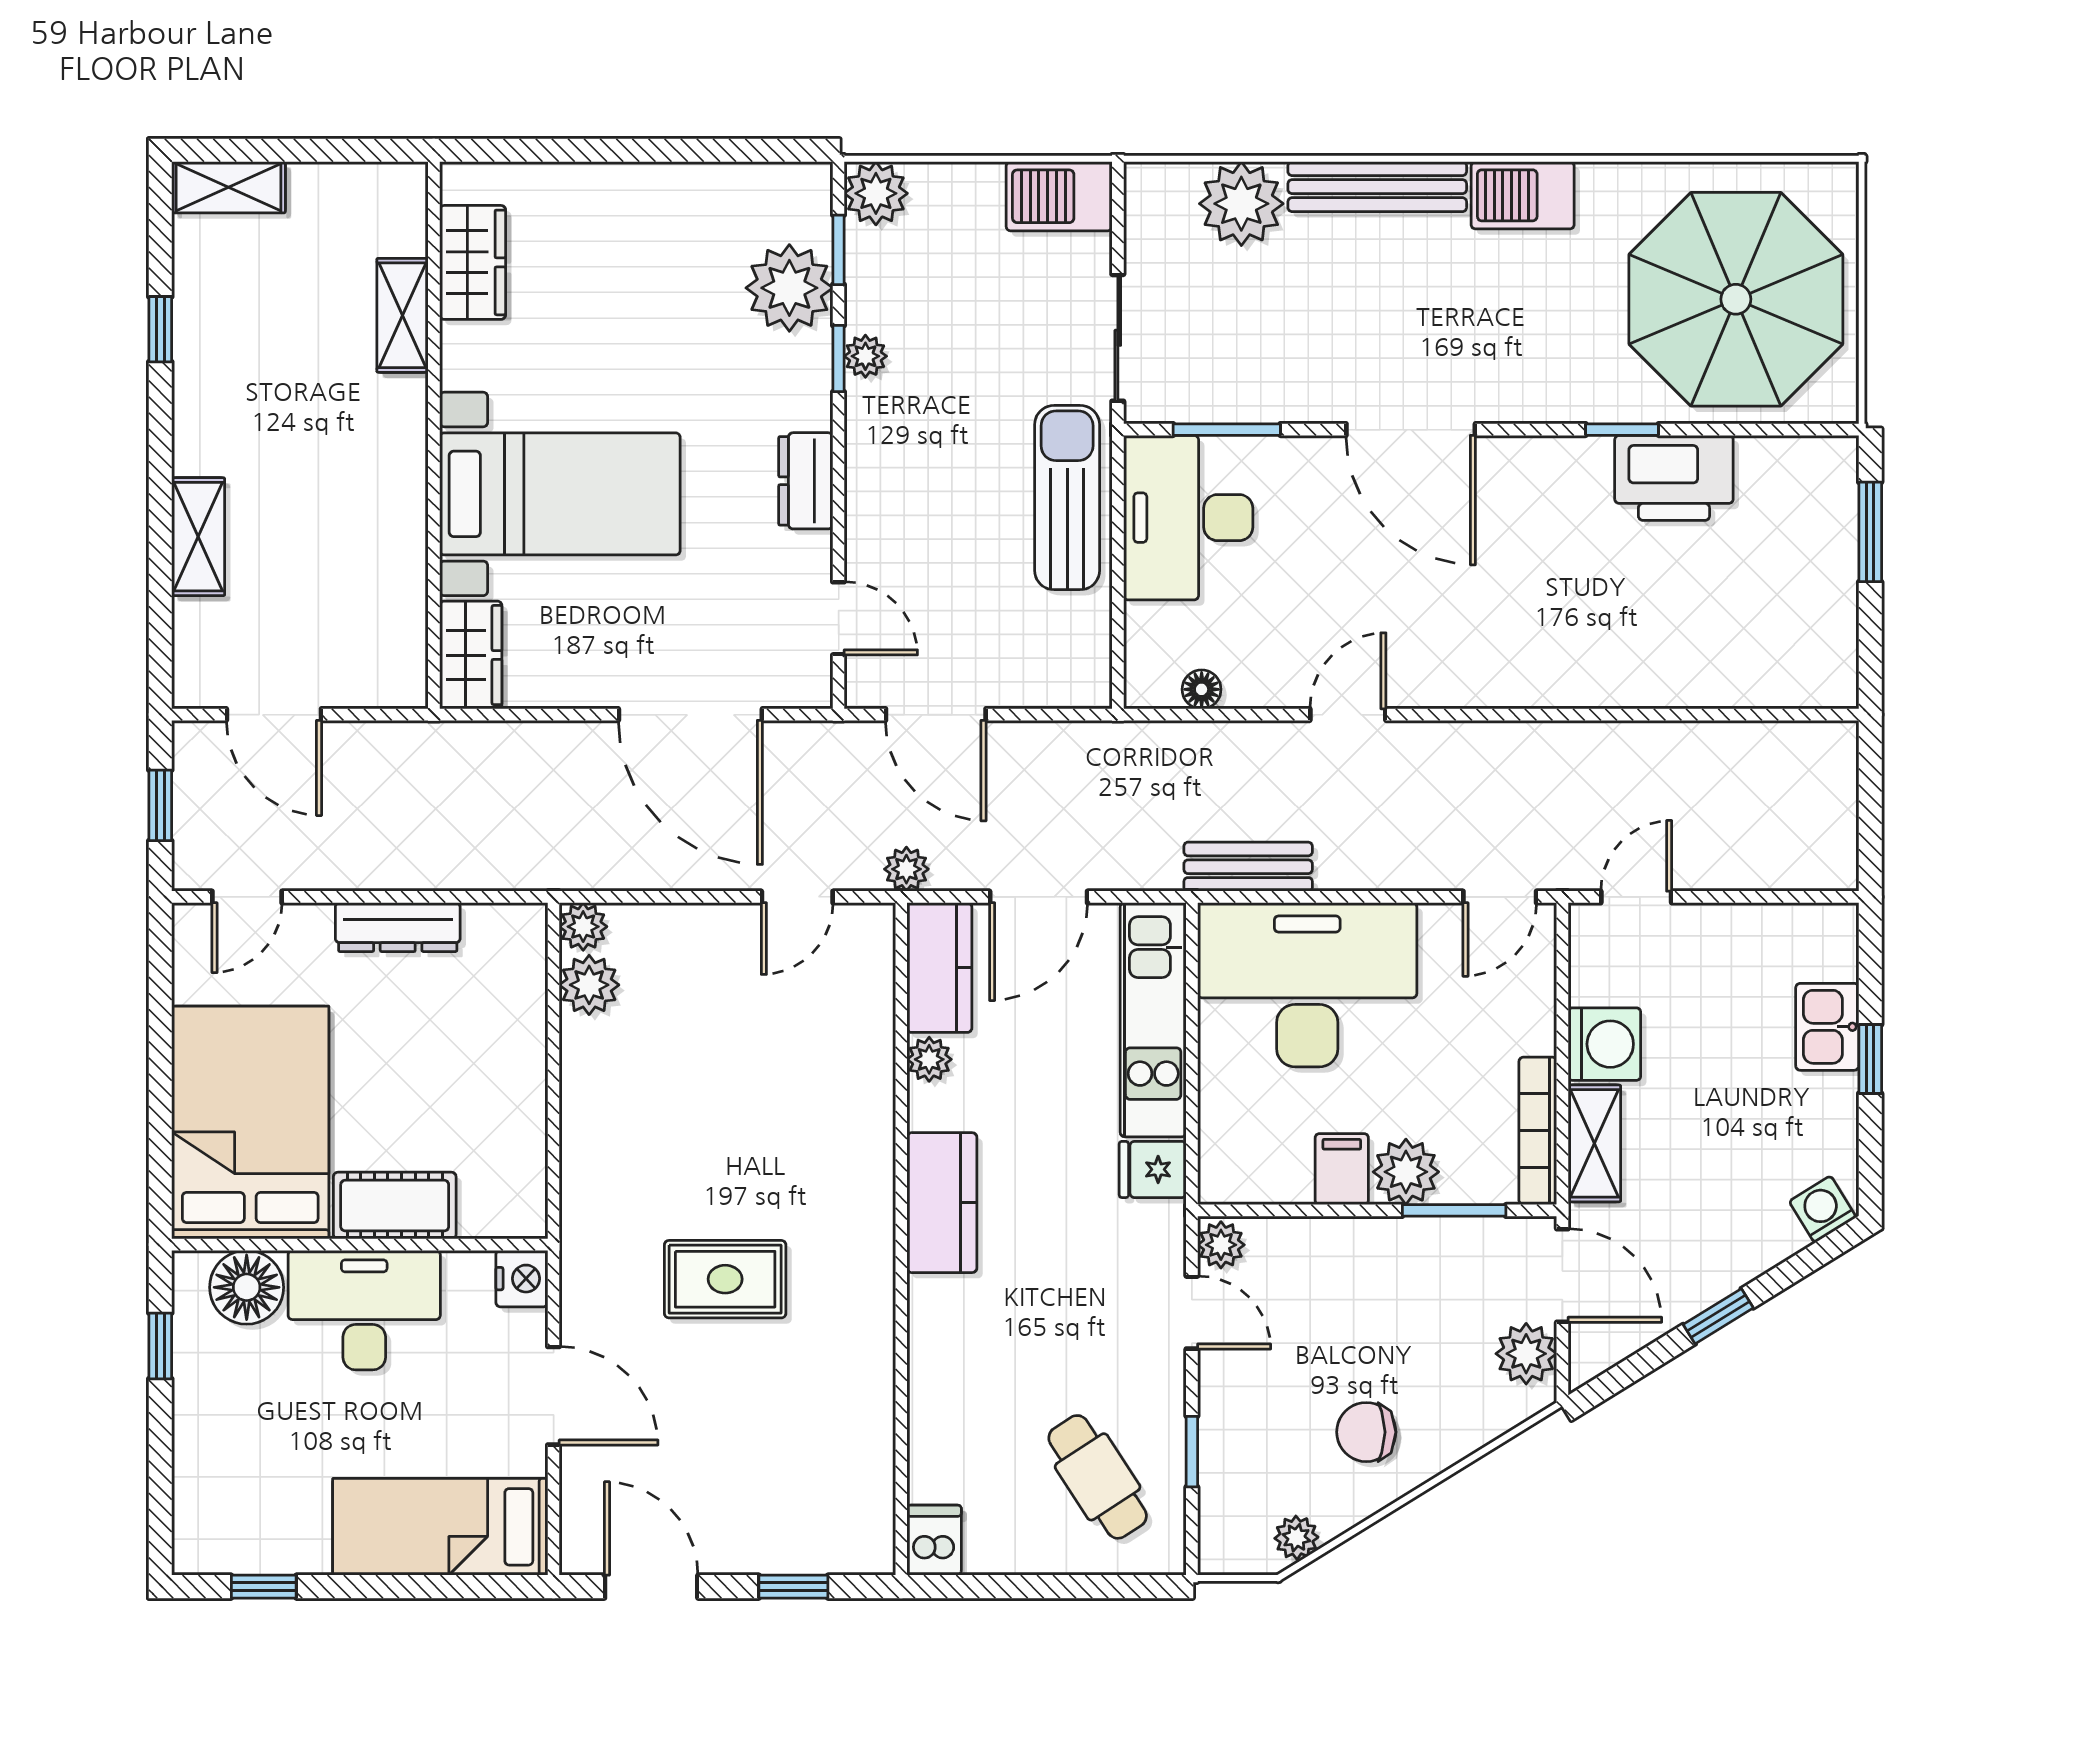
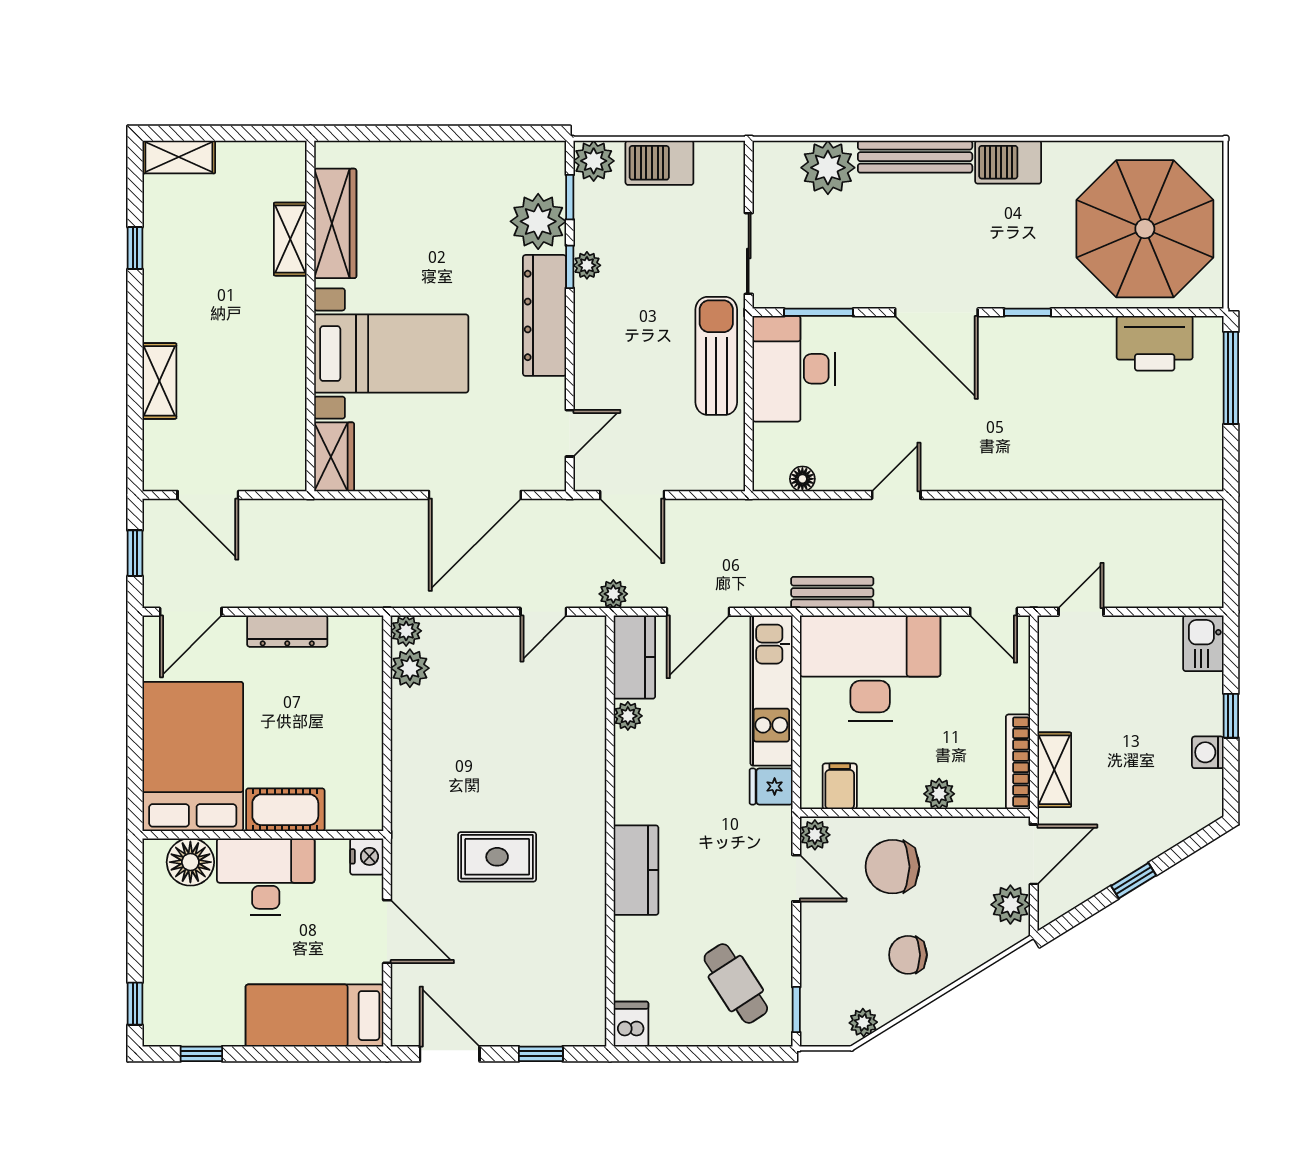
barbecue: (1059, 196) -> (659, 163), moved
wardrobe: (473, 262) -> (335, 223), width x1.50
window: (1622, 430) -> (1027, 312), moved
printer: (1674, 478) -> (1155, 343), moved
dresser: (806, 481) -> (545, 315), width x1.96, depth x1.24
window: (1870, 532) -> (1231, 378), width x1.44
door: (839, 618) -> (570, 433), hinge flipped
door: (690, 715) -> (475, 495), hinge flipped
door: (247, 897) -> (191, 612), width x1.38
door: (1500, 897) -> (994, 612), hinge flipped
kitchen sink: (1827, 1027) -> (1203, 643), moved
washing machine: (1604, 1044) -> (1061, 706), removed
filing cabinet: (1342, 1169) -> (840, 786), moved
plant: (1406, 1172) -> (939, 794), width x0.73, depth x0.73
kitchen counter: (942, 1203) -> (636, 870), moved
washing machine: (1823, 1209) -> (1208, 752), moved, turned -58
window: (1454, 1210) -> (964, 813), removed
door: (1562, 1275) -> (1034, 854), hinge flipped
chair: (1342, 1294) -> (892, 867), added
window: (160, 1346) -> (135, 1004), moved
window: (1192, 1452) -> (796, 1010), moved

